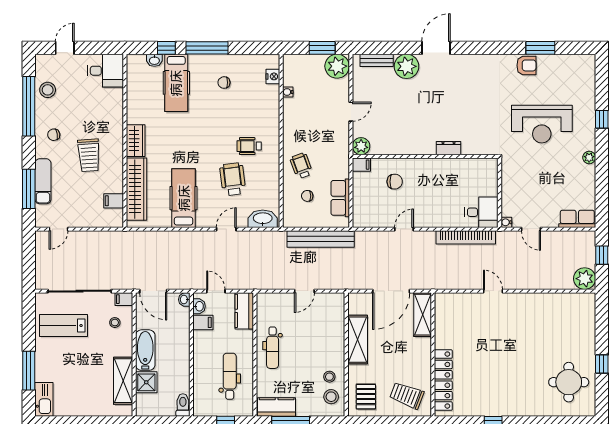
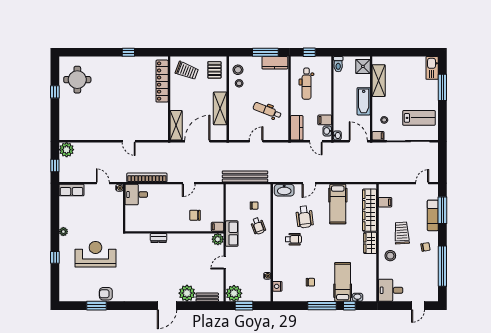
stool: (48, 90) -> (390, 256), moved
row of seats: (340, 198) -> (232, 234), moved
dental chair: (273, 348) -> (267, 110), moved, turned -69
shower: (146, 382) -> (363, 66), moved

